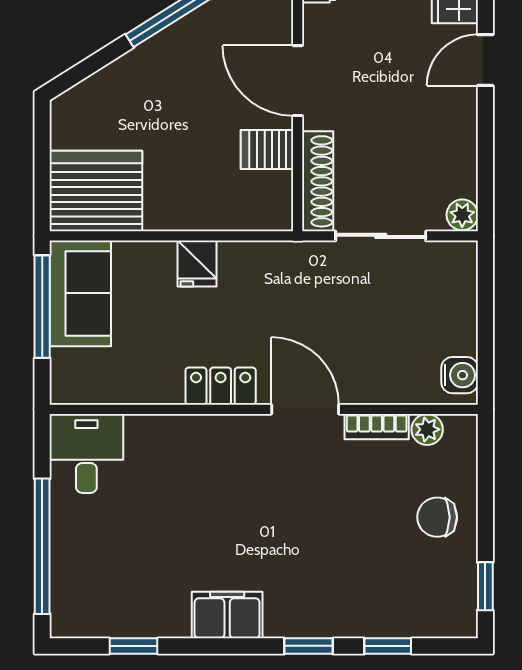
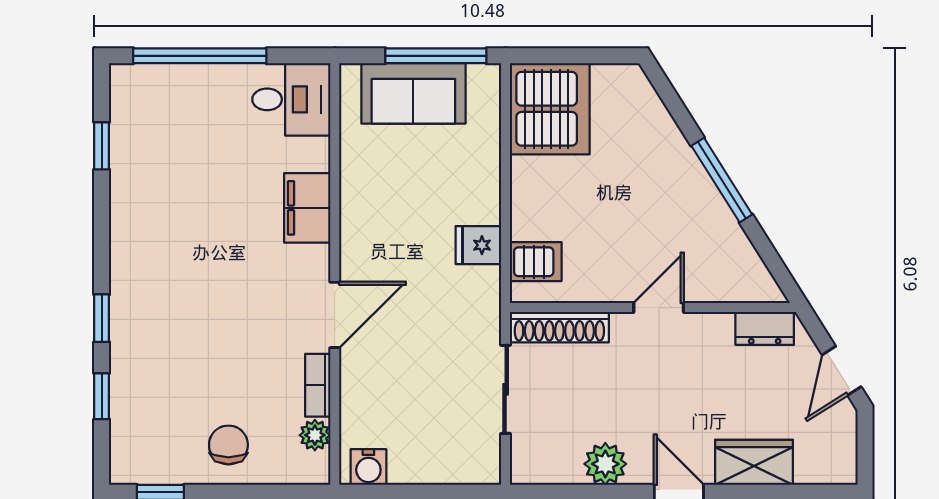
door: (298, 81) -> (659, 308), width x0.73
server rack: (267, 149) -> (536, 262), moved, turned 90
plant: (462, 215) -> (605, 464), moved, width x1.38, depth x1.38
fridge: (197, 264) -> (478, 245), moved
sofa: (80, 293) -> (413, 93), moved
locker: (221, 386) -> (358, 232), removed
filing cabinet: (227, 615) -> (307, 208), moved, turned 180

